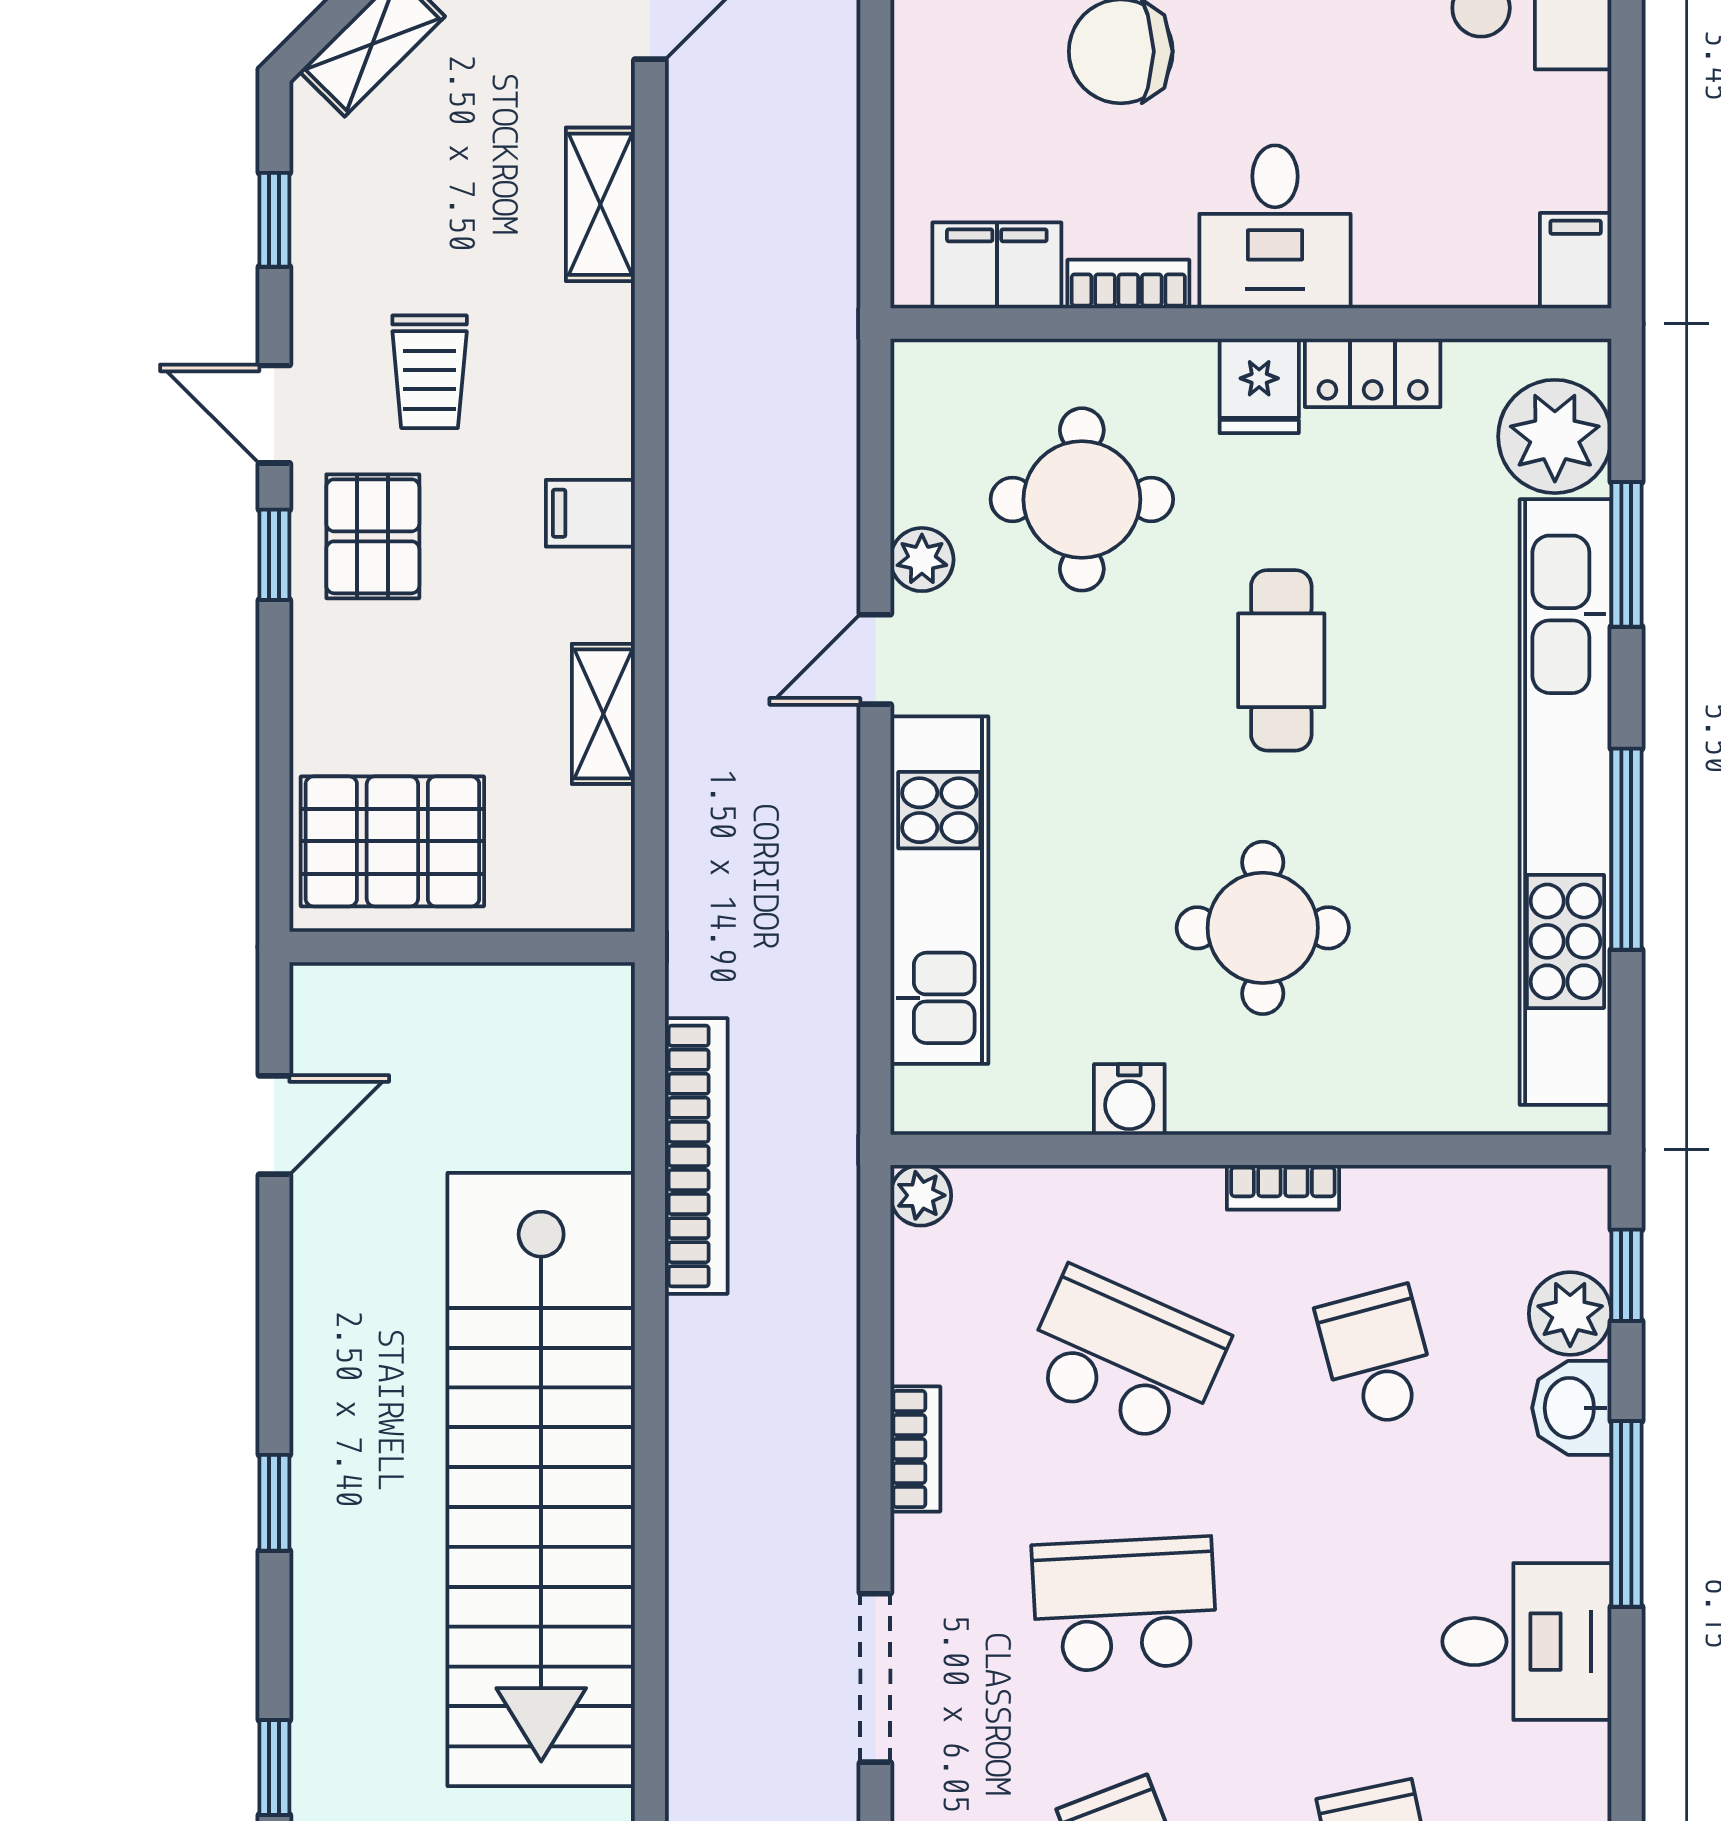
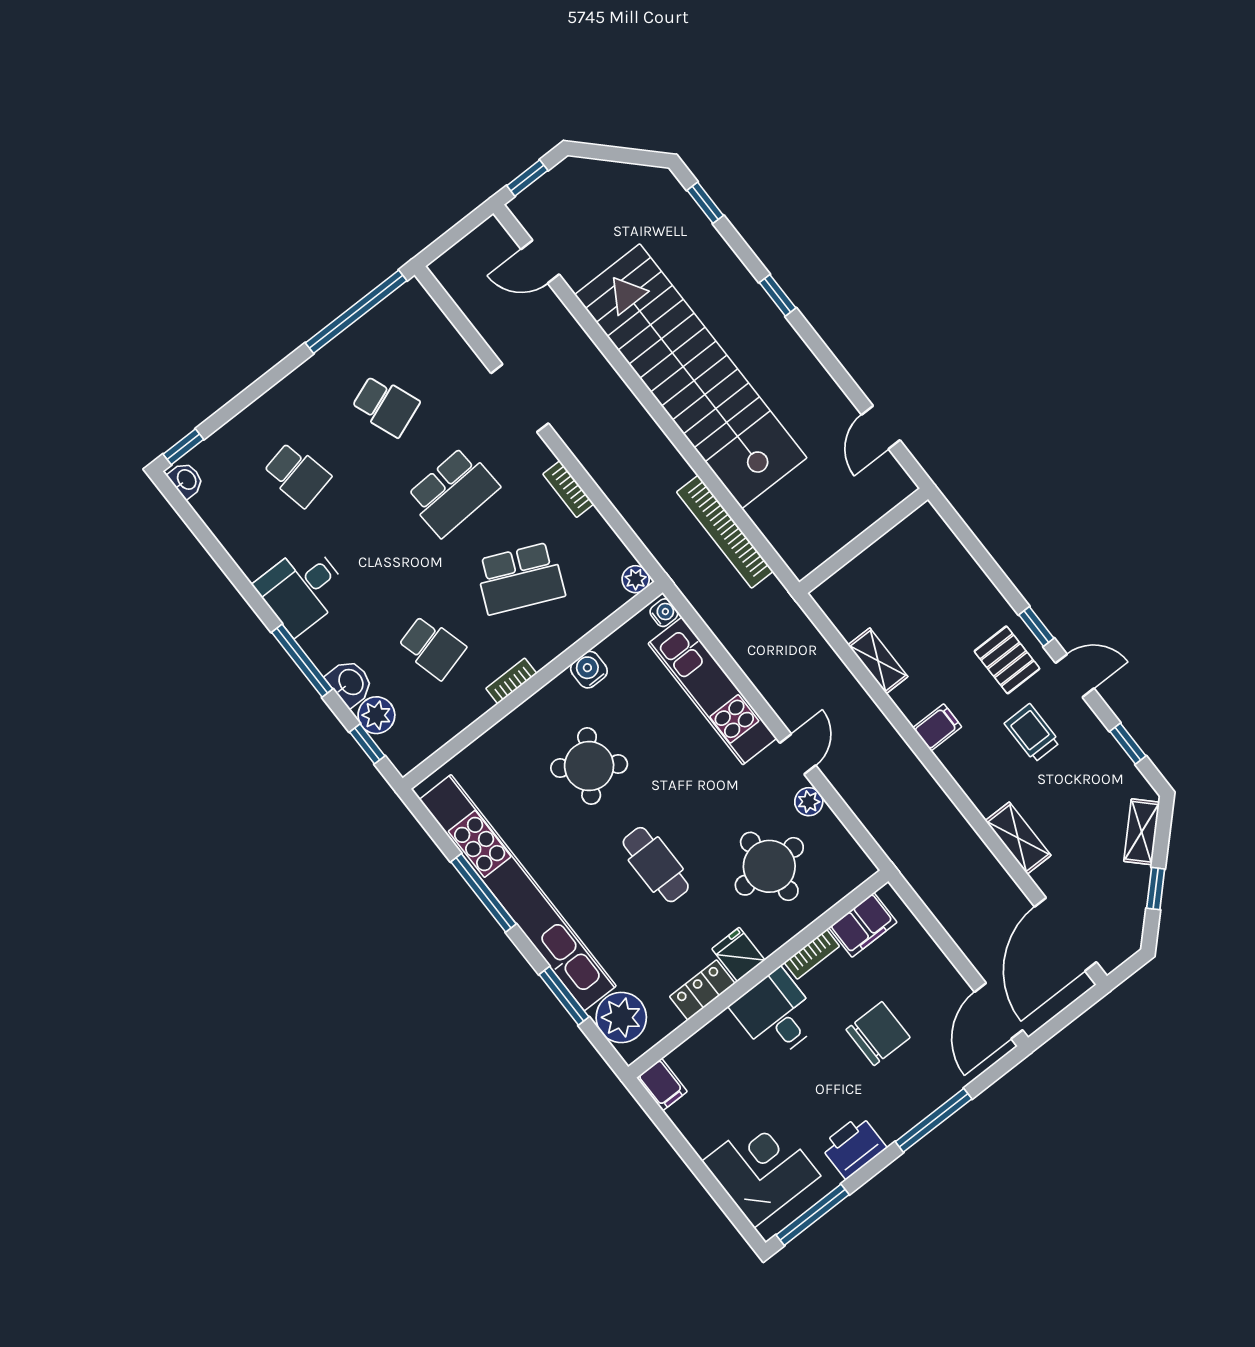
pallet: (392, 841) -> (917, 559), removed
round table: (1263, 928) -> (589, 766), turned 34
water cooler: (917, 1097) -> (664, 613), added

